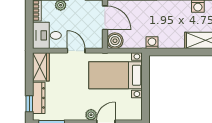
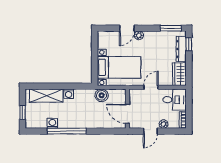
boiler: (115, 41) -> (102, 95), moved
washing machine: (152, 43) -> (69, 94), moved
door: (76, 51) -> (151, 87), swing flipped

